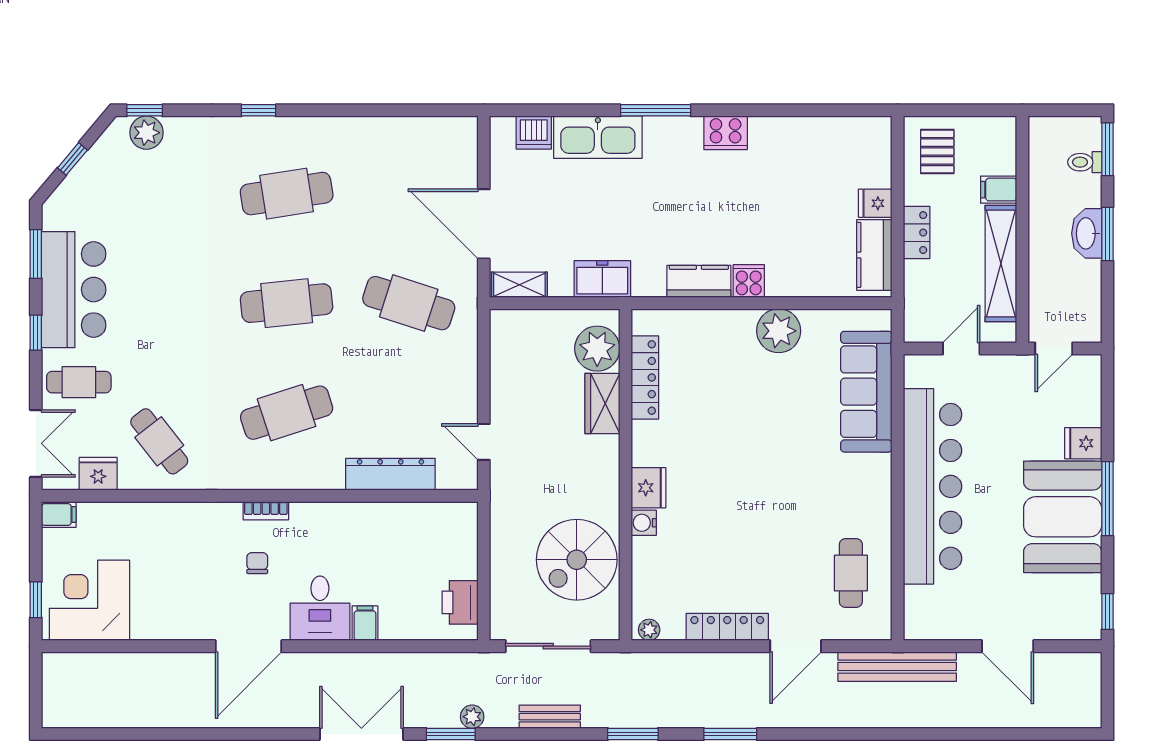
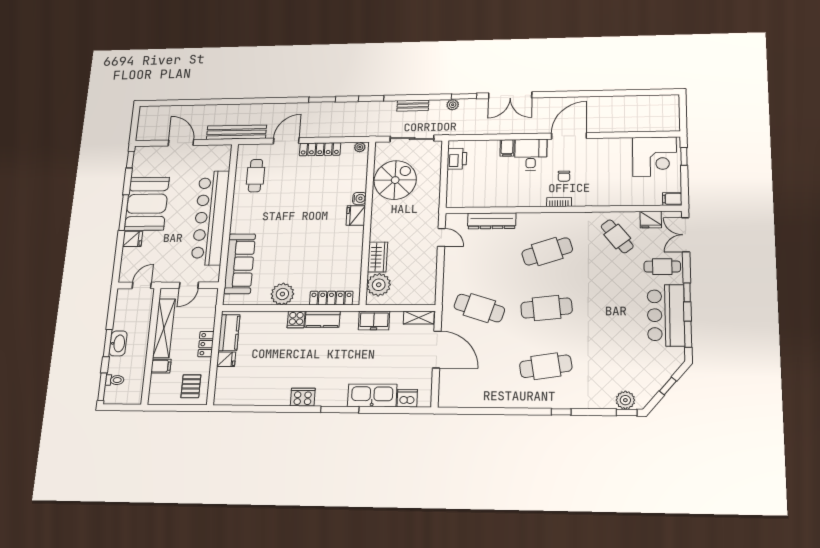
locker: (645, 378) -> (331, 298), moved, turned 90

